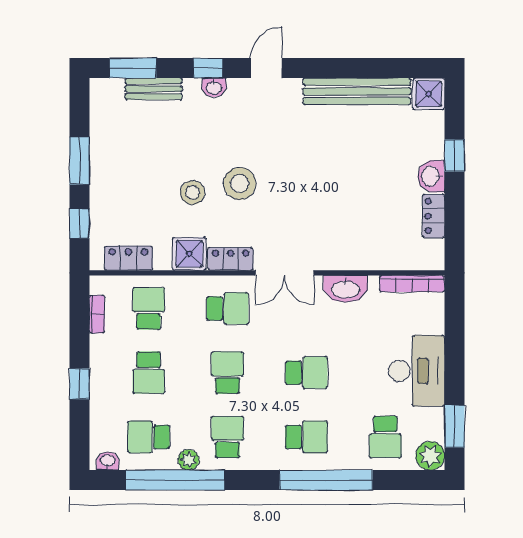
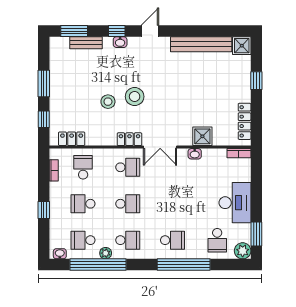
washbasin: (431, 176) -> (243, 92), removed
locker: (434, 216) -> (245, 121), width x1.53
shower: (189, 254) -> (202, 136), moved
bookcase: (412, 284) -> (239, 153), width x0.64
washbasin: (346, 289) -> (195, 154), width x0.52, depth x0.69
school desk: (149, 373) -> (83, 204), turned 90
school desk: (228, 373) -> (128, 204), turned 90
school desk: (306, 373) -> (172, 204), removed
school desk: (228, 437) -> (128, 240), turned 90

